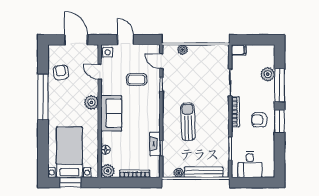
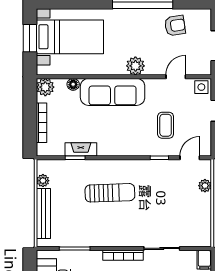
sofa: (111, 113) -> (113, 92), width x1.36

